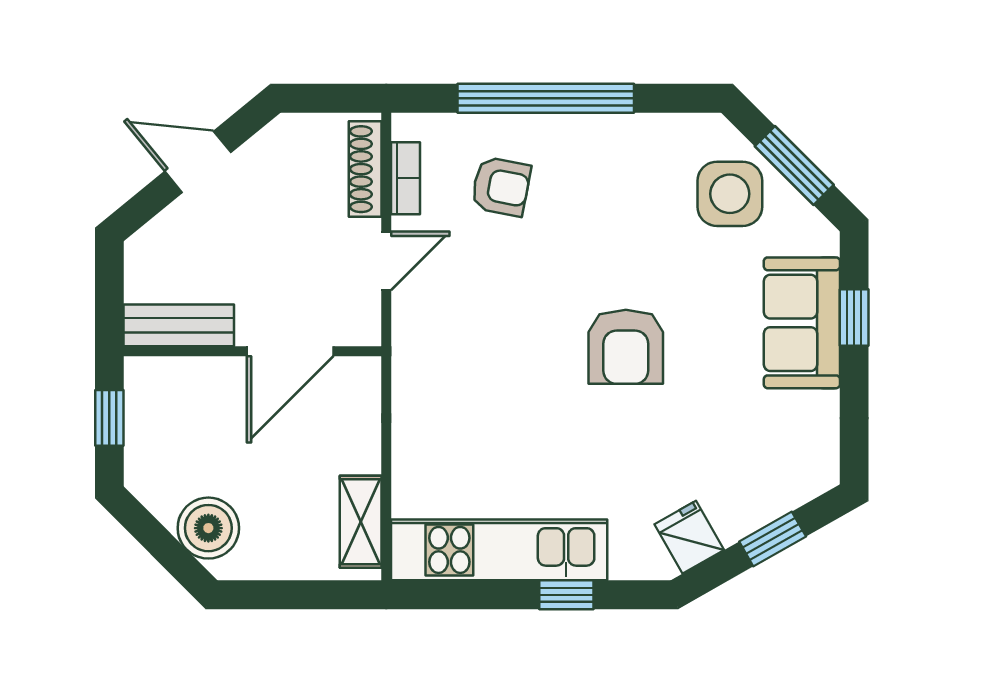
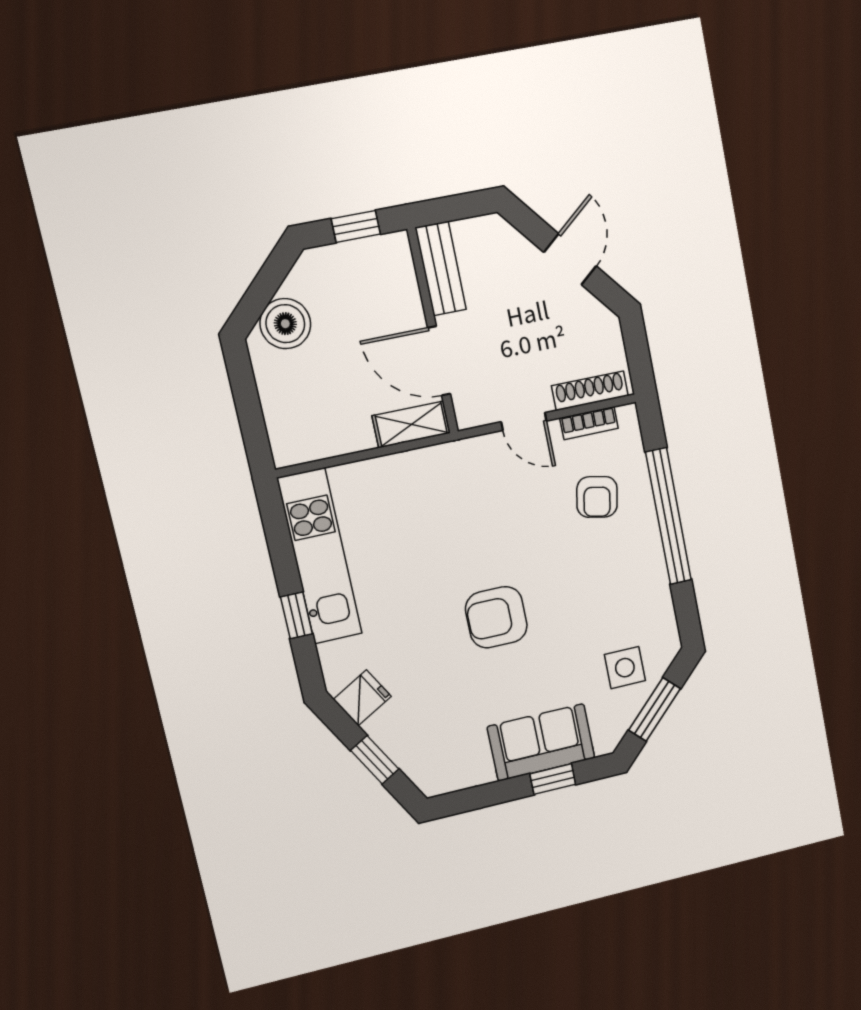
side table: (730, 194) -> (625, 668), width x0.73, depth x0.73
shelving: (361, 522) -> (411, 424), moved

